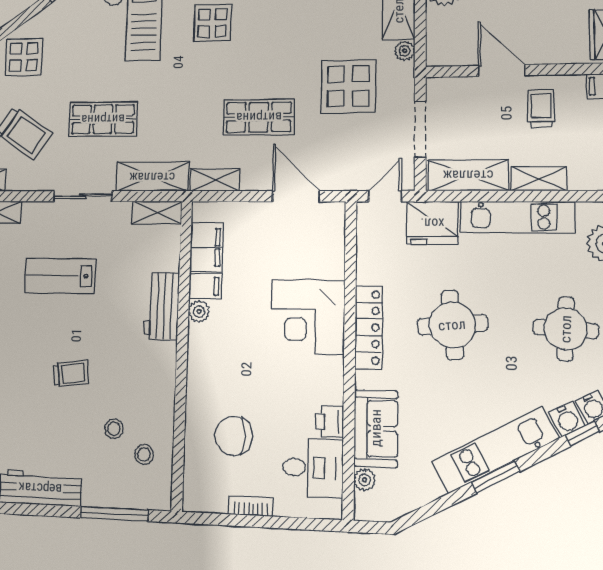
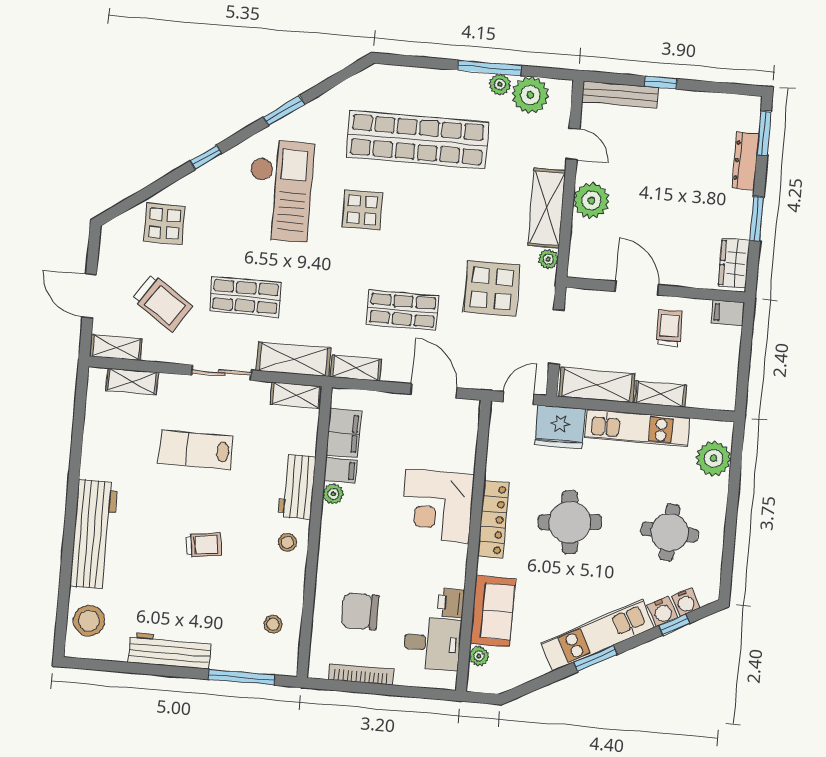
stool: (114, 429) -> (287, 542), moved
bookcase: (251, 506) -> (361, 674), width x1.56

